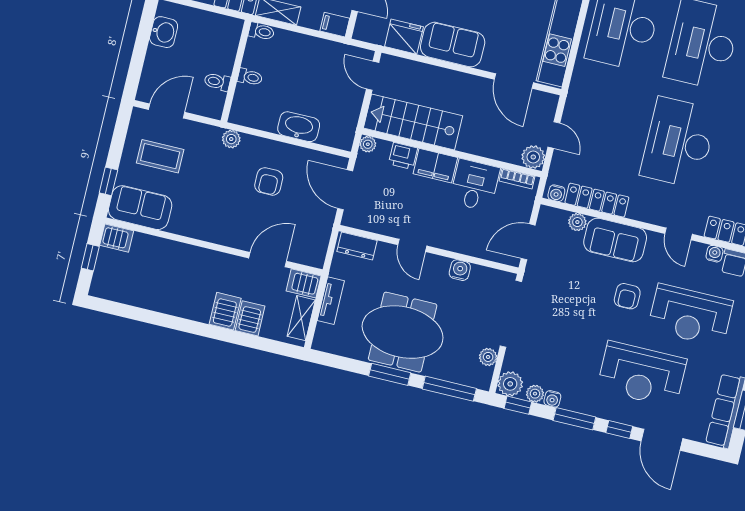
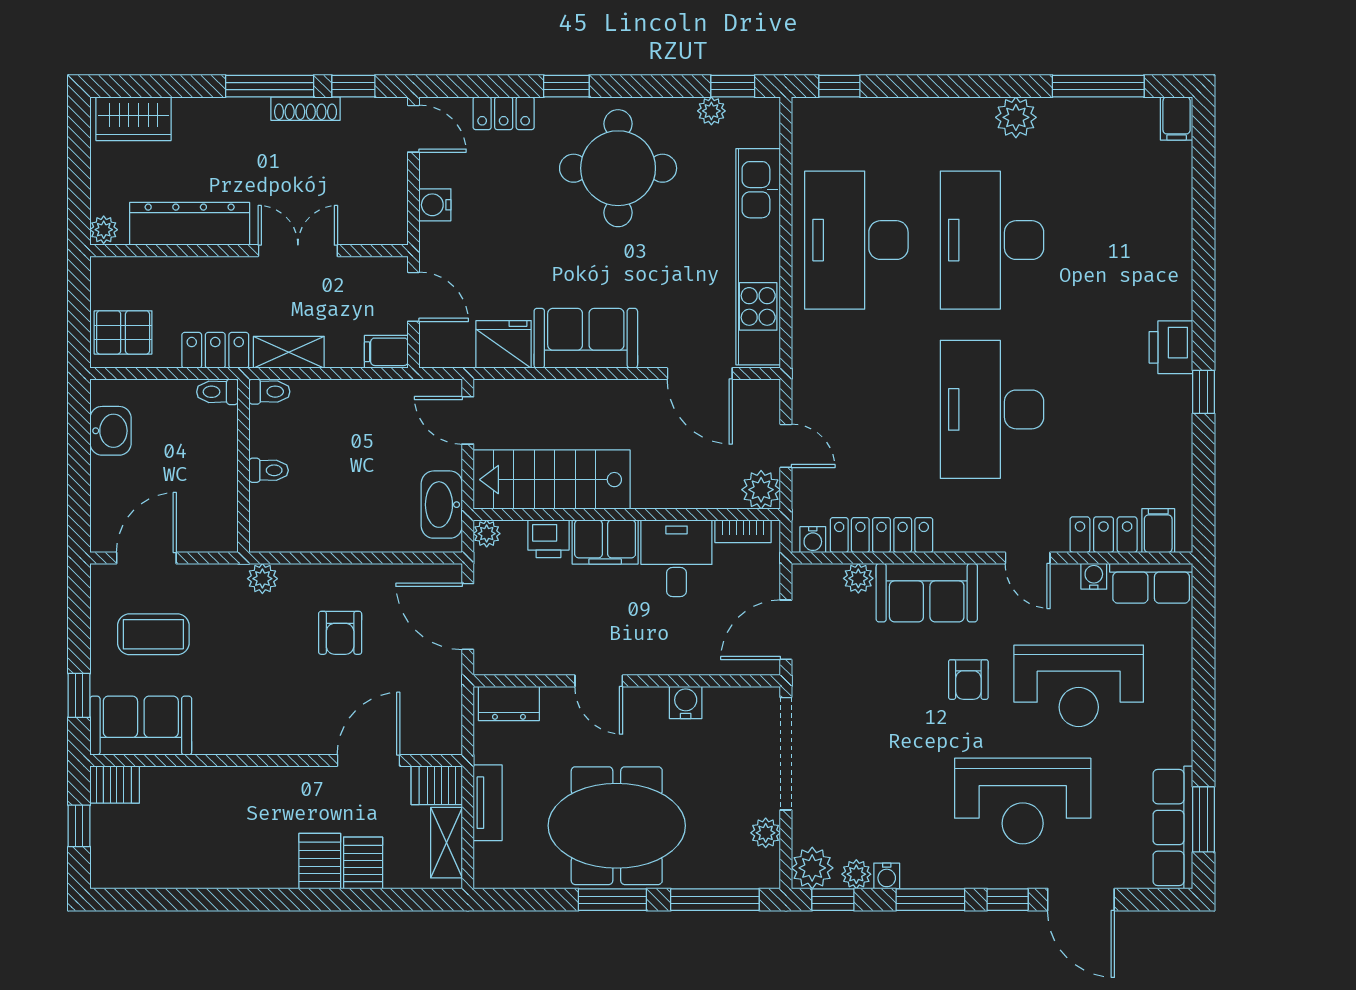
toilet: (217, 82) -> (217, 392), moved
washbasin: (299, 127) -> (442, 505), moved, turned -90

